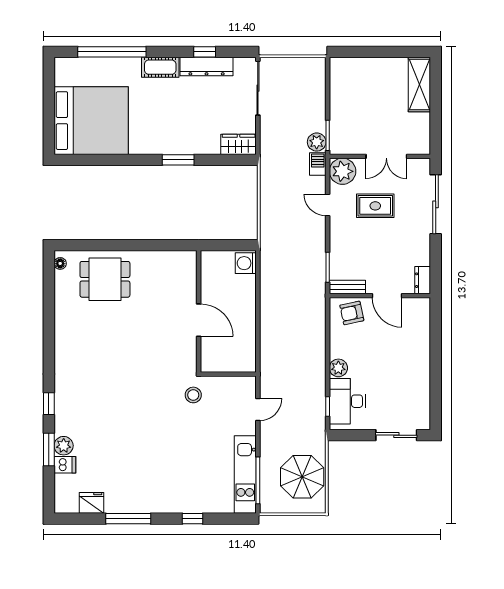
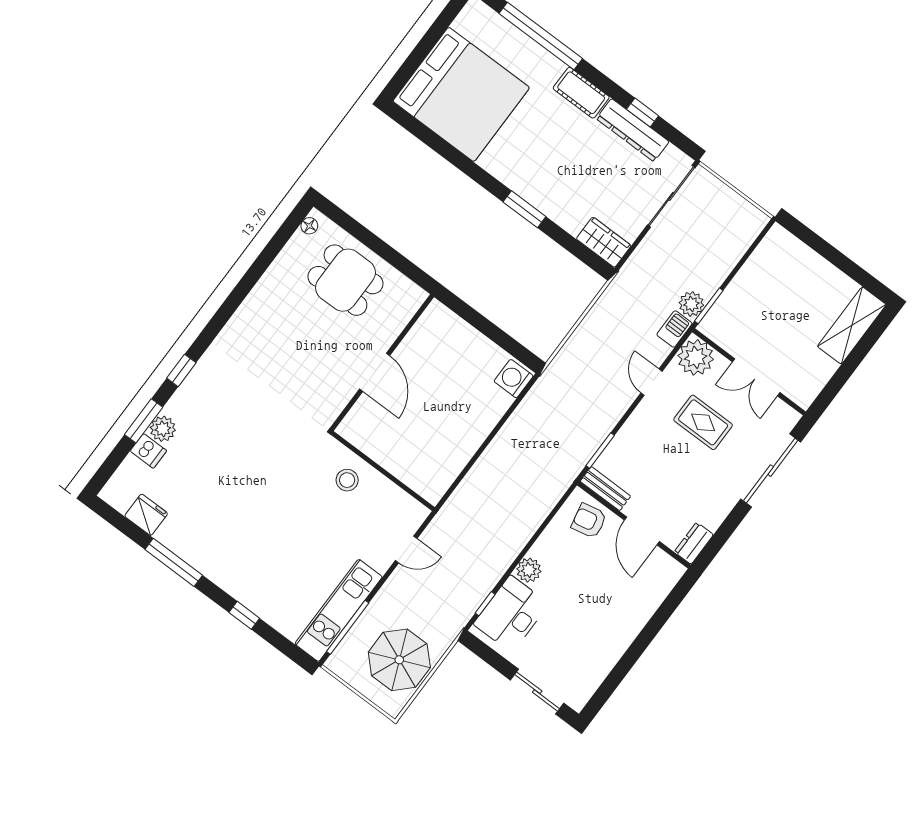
wall: (199, 311) -> (382, 363), moved
door: (199, 320) -> (375, 372), moved

